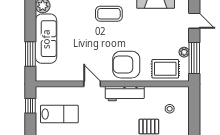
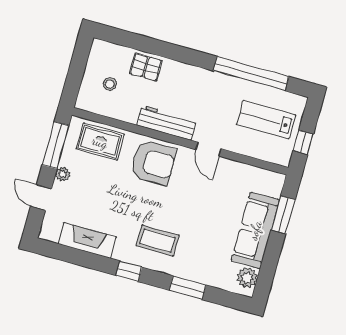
plant: (184, 52) -> (63, 174), moved

